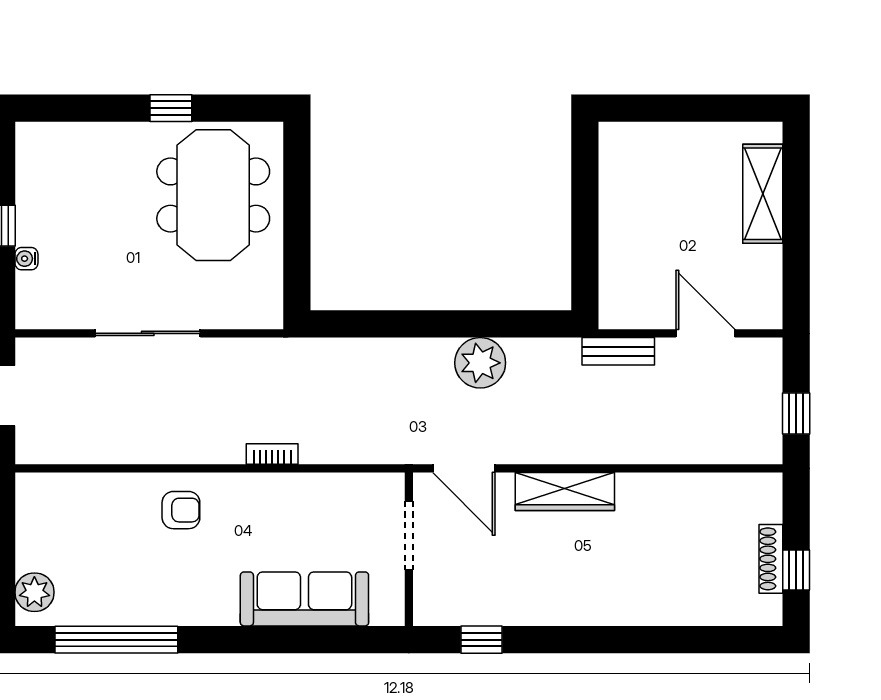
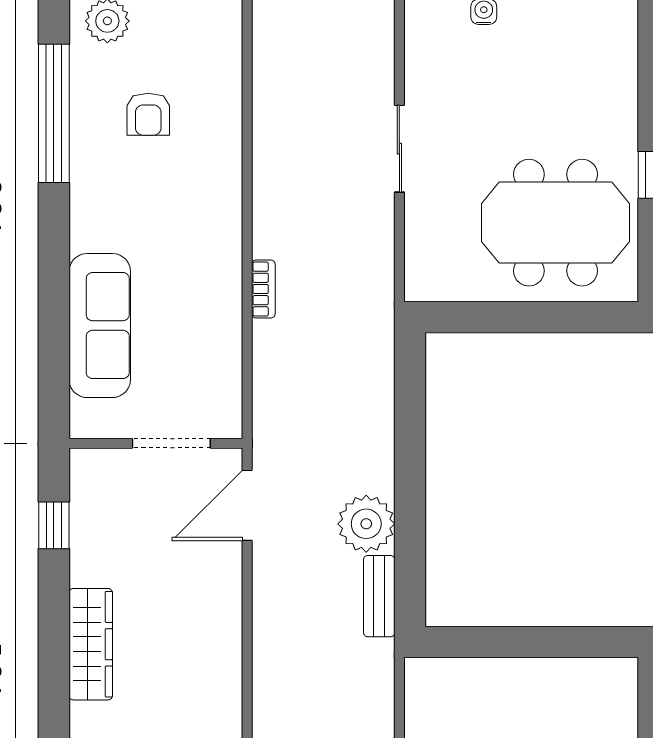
sliding door: (148, 333) -> (399, 149), width x0.73
bench: (618, 351) -> (379, 596), moved
wardrobe: (565, 492) -> (91, 644), moved, turned 180
armchair: (181, 510) -> (148, 114), moved

